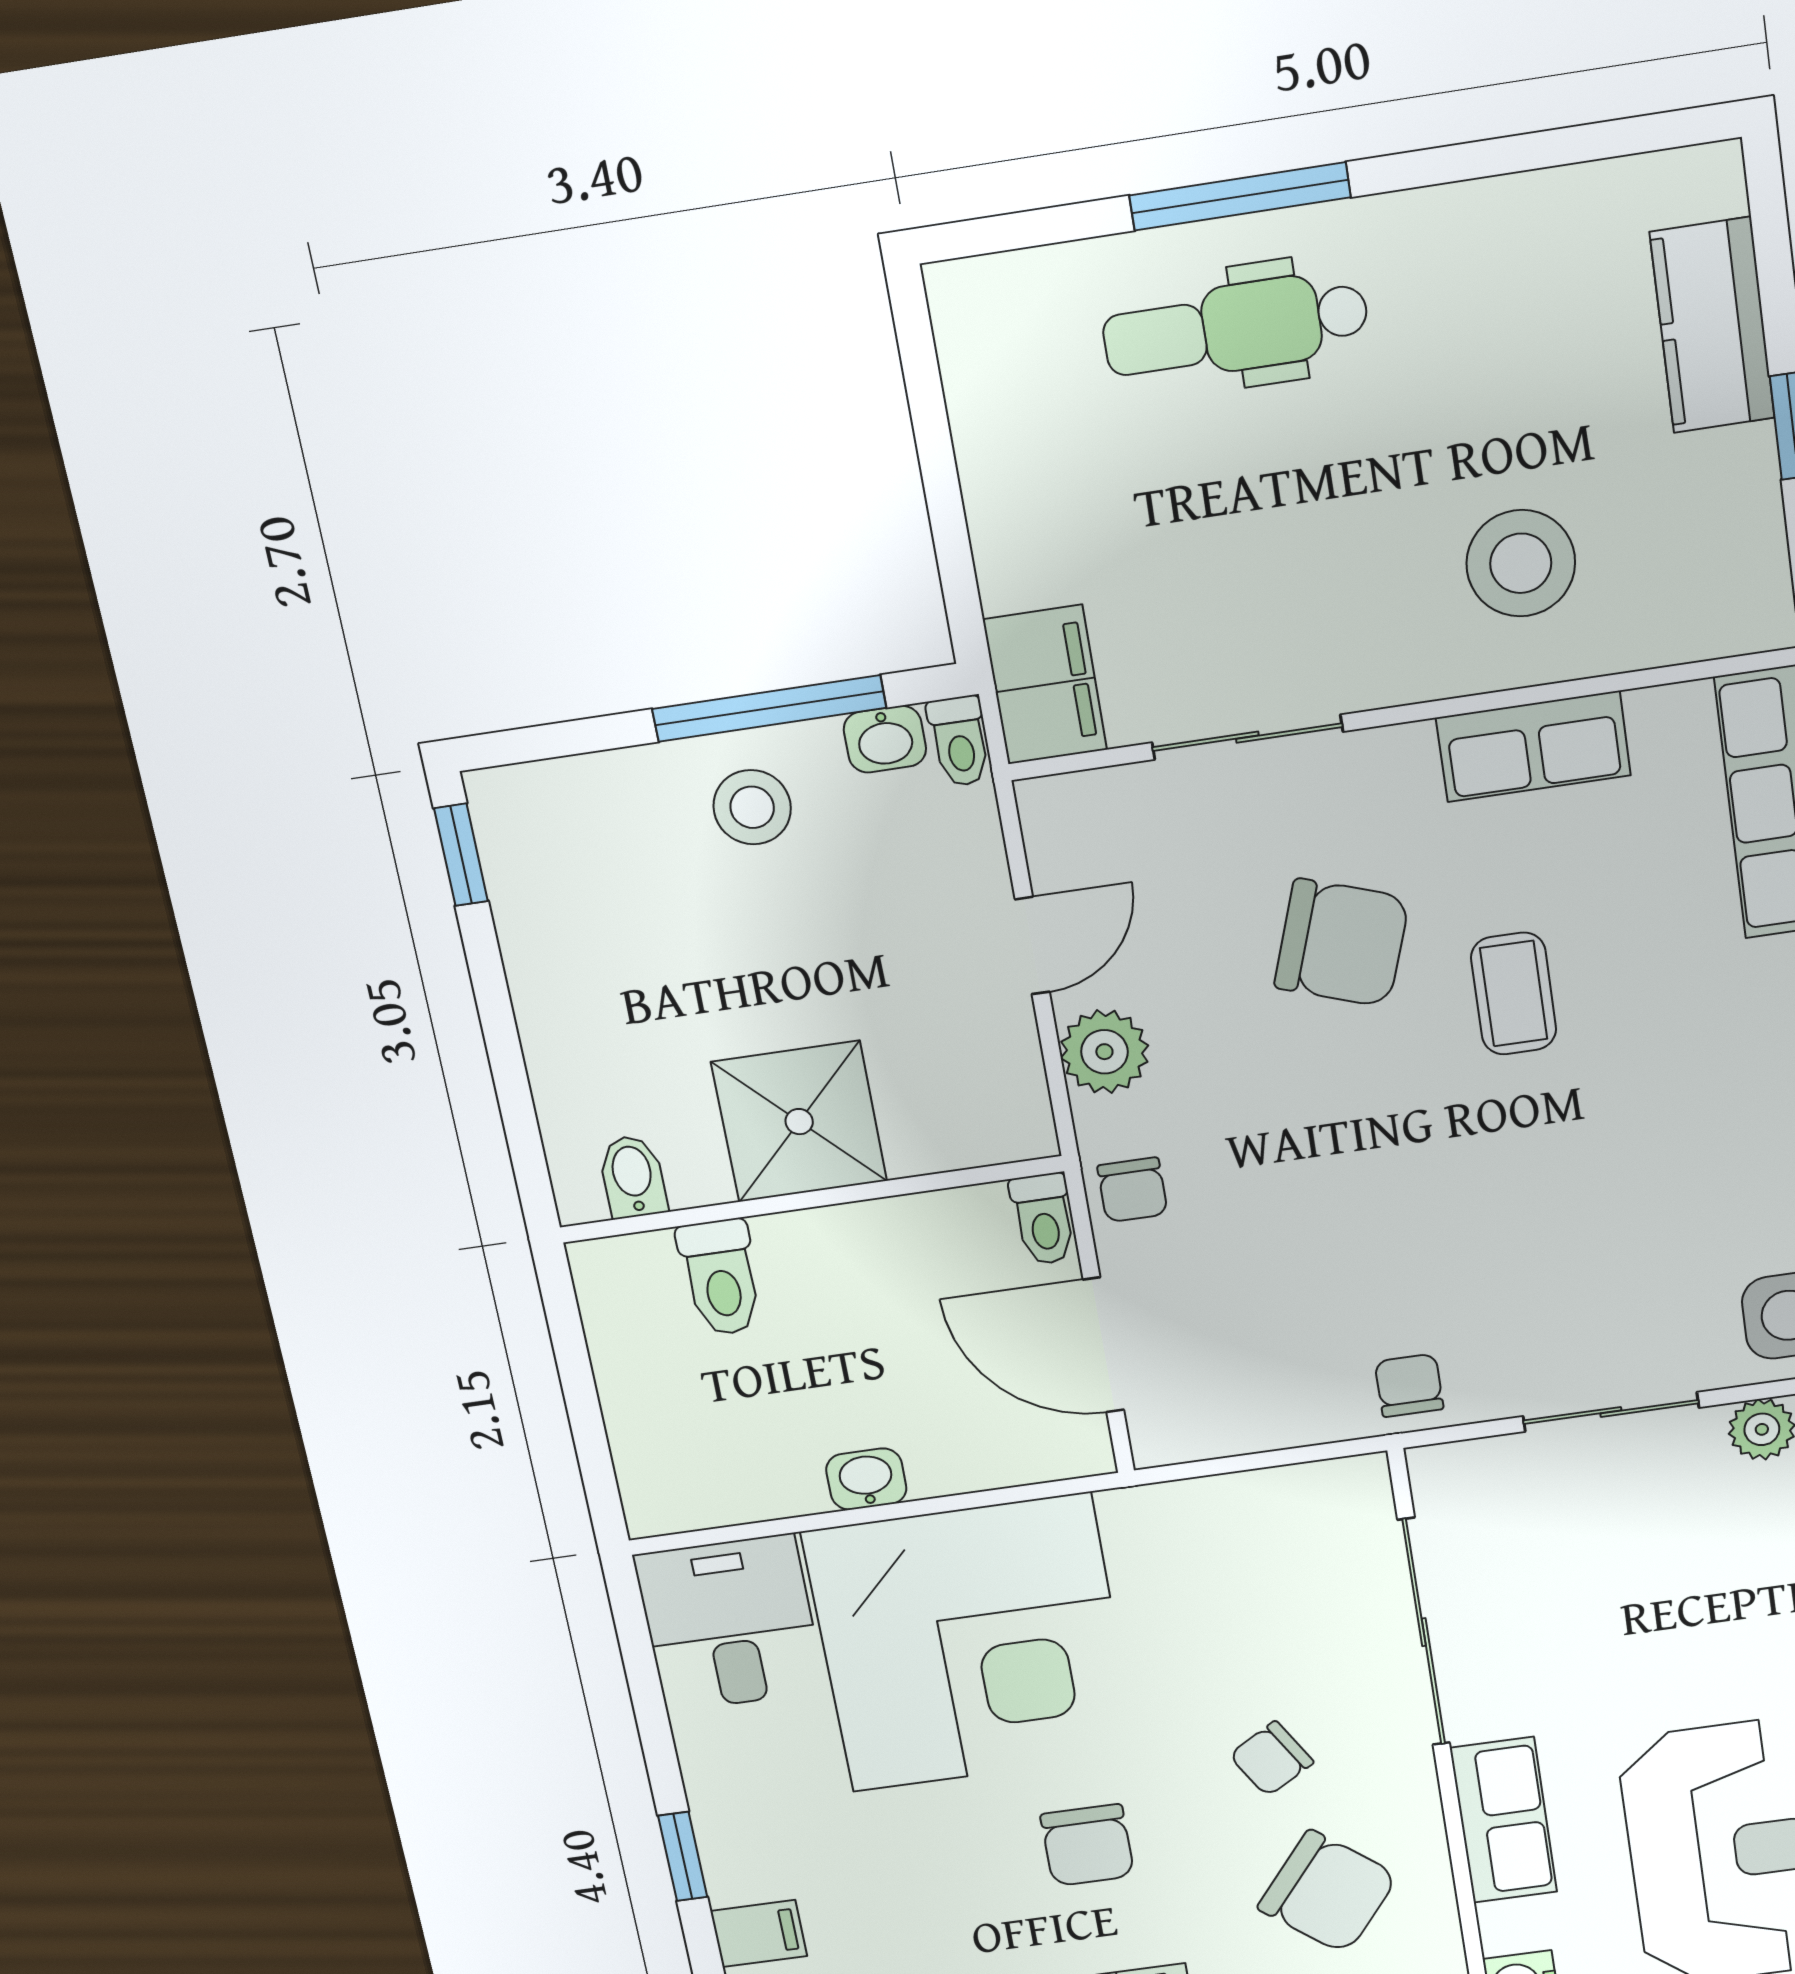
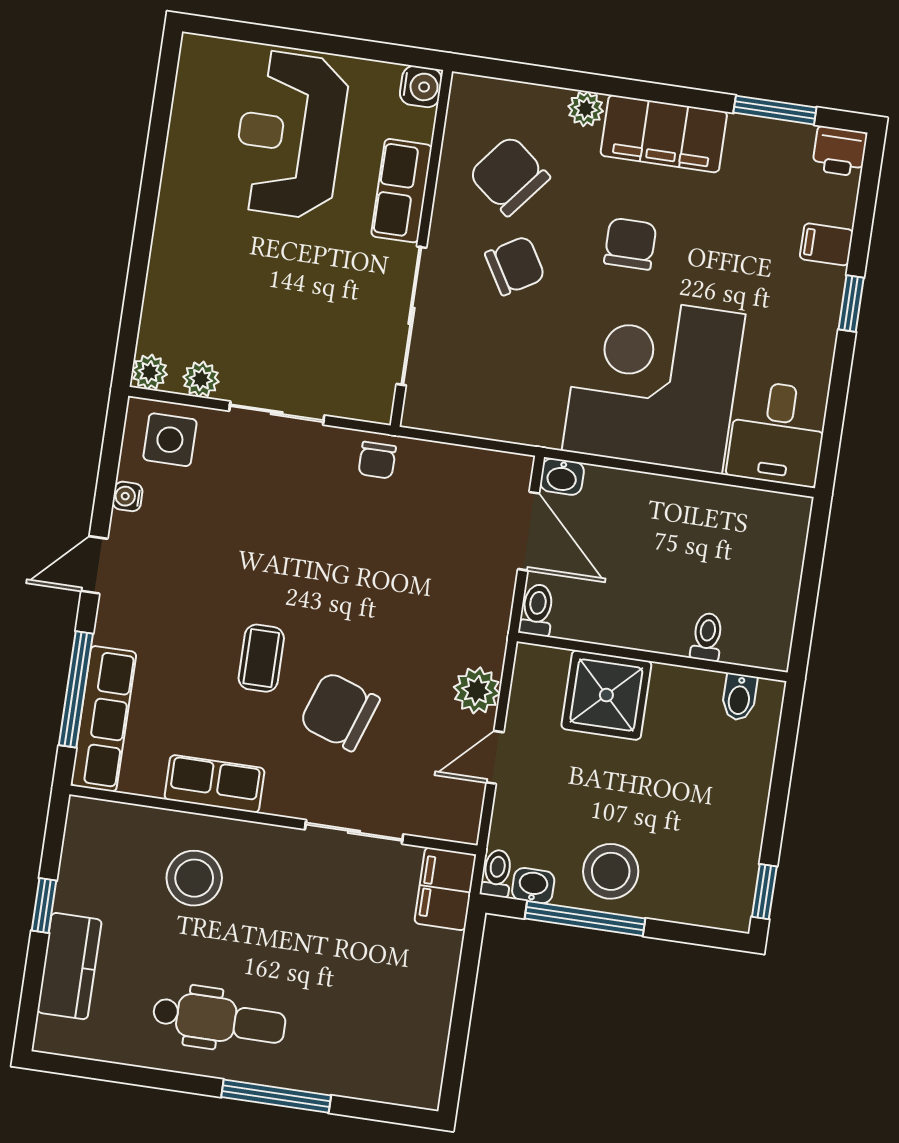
dental chair: (1236, 328) -> (219, 1019), moved
stool: (752, 807) -> (611, 871), width x1.38, depth x1.38
shower: (799, 1122) -> (606, 695), moved
chair: (1132, 1190) -> (486, 612), removed
toilet: (721, 1278) -> (707, 637), width x0.73, depth x0.72
washbasin: (866, 1479) -> (562, 477), moved
chair: (1271, 1759) -> (515, 266), width x1.37, depth x1.37

